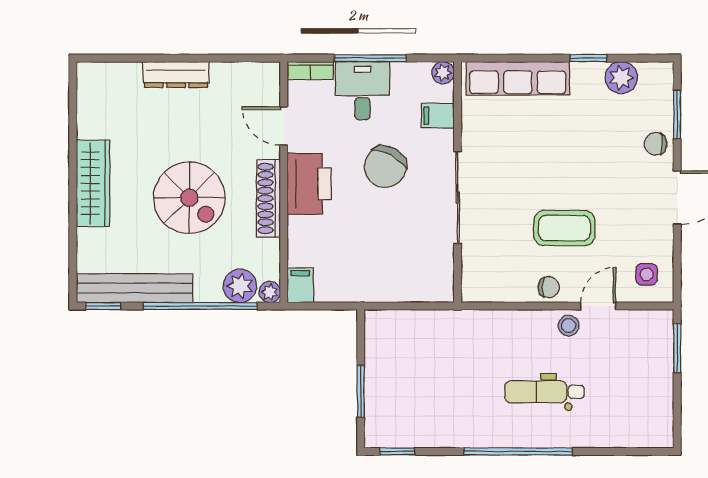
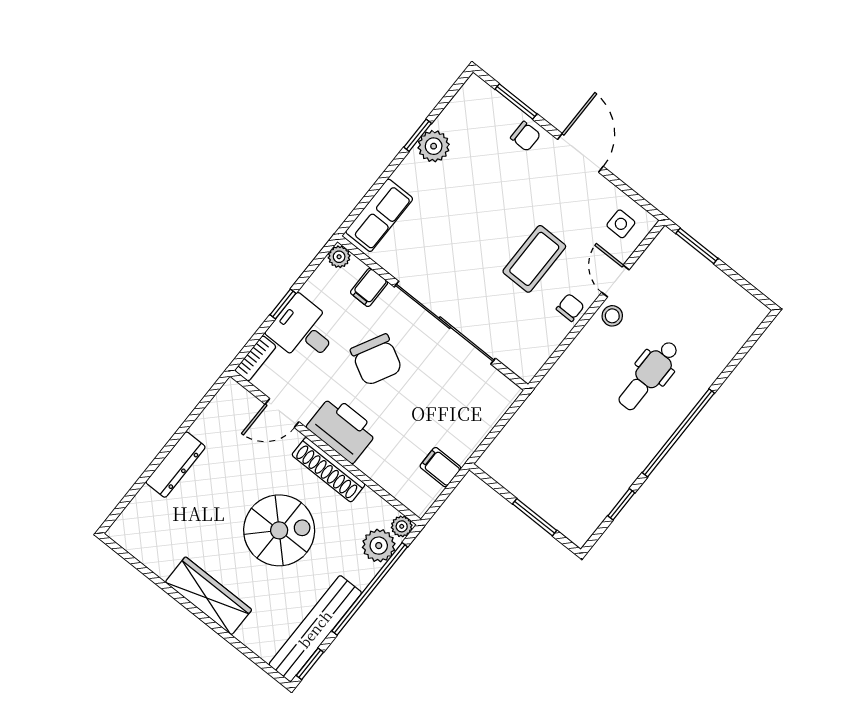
window: (370, 58) -> (283, 304), width x0.46
row of seats: (518, 78) -> (379, 215), width x0.68
plant: (621, 78) -> (434, 146), moved
chair: (656, 144) -> (525, 136), turned -90
sliding door: (458, 198) -> (445, 323), width x1.36
filing cabinet: (300, 285) -> (440, 467), moved
window: (397, 451) -> (621, 504), moved

